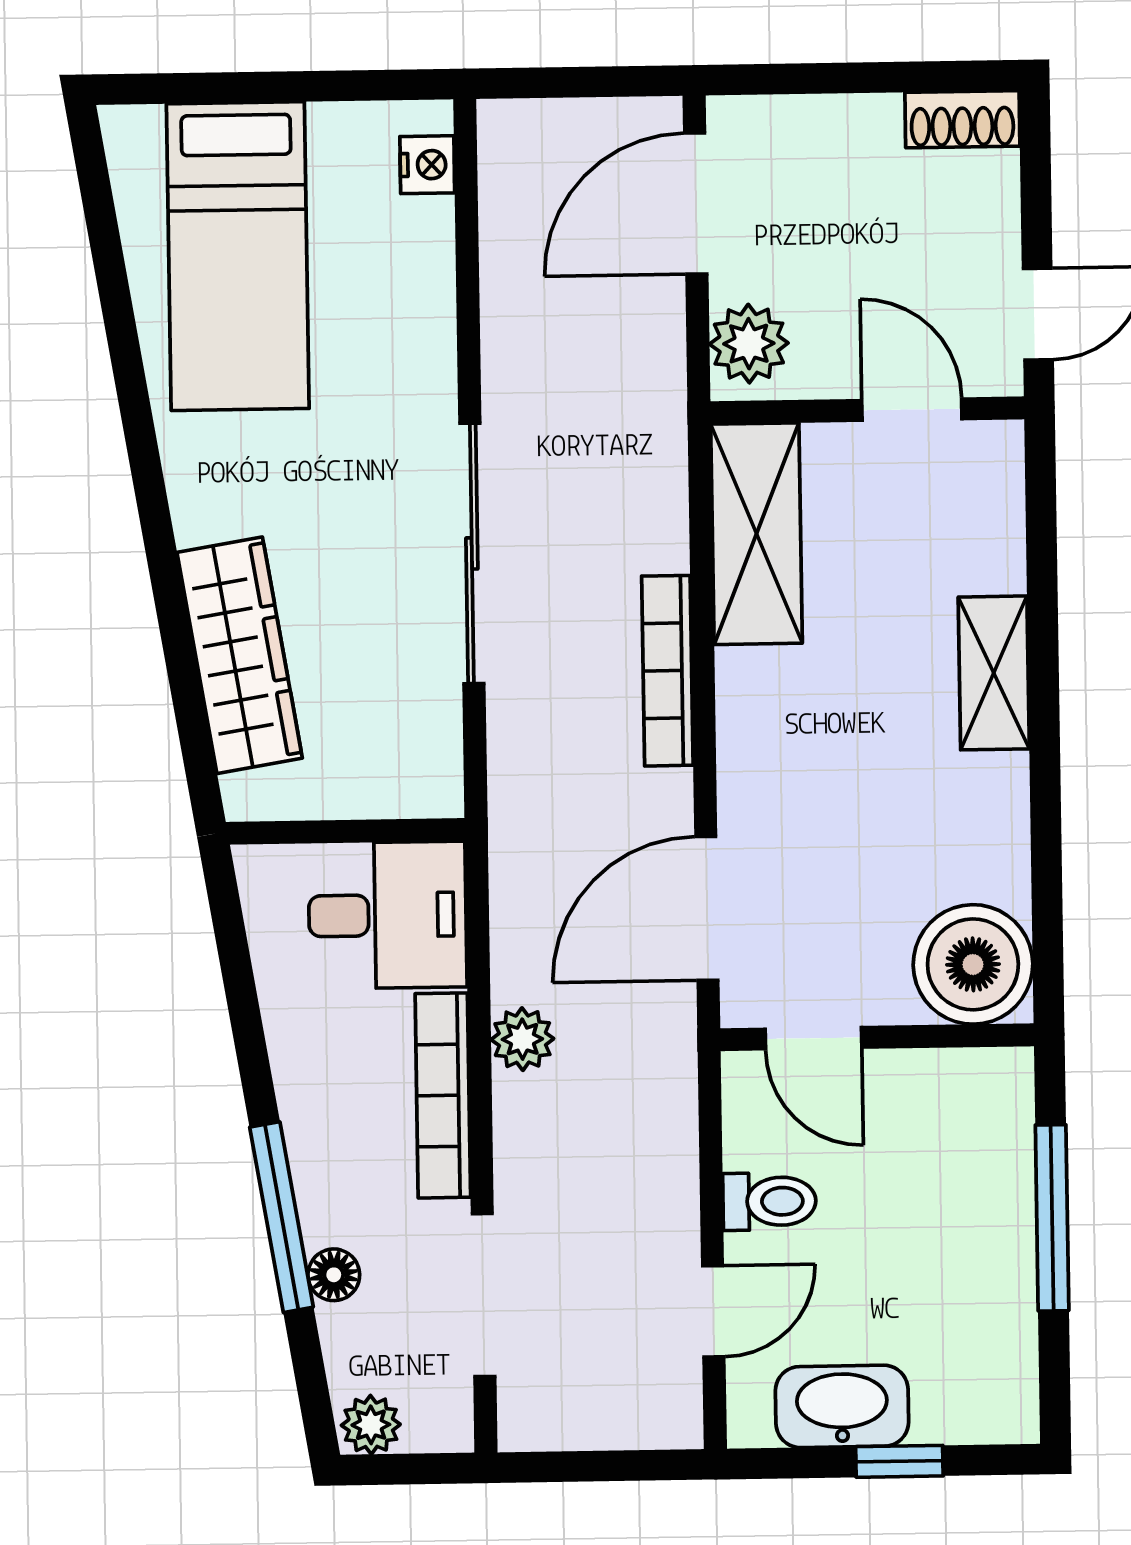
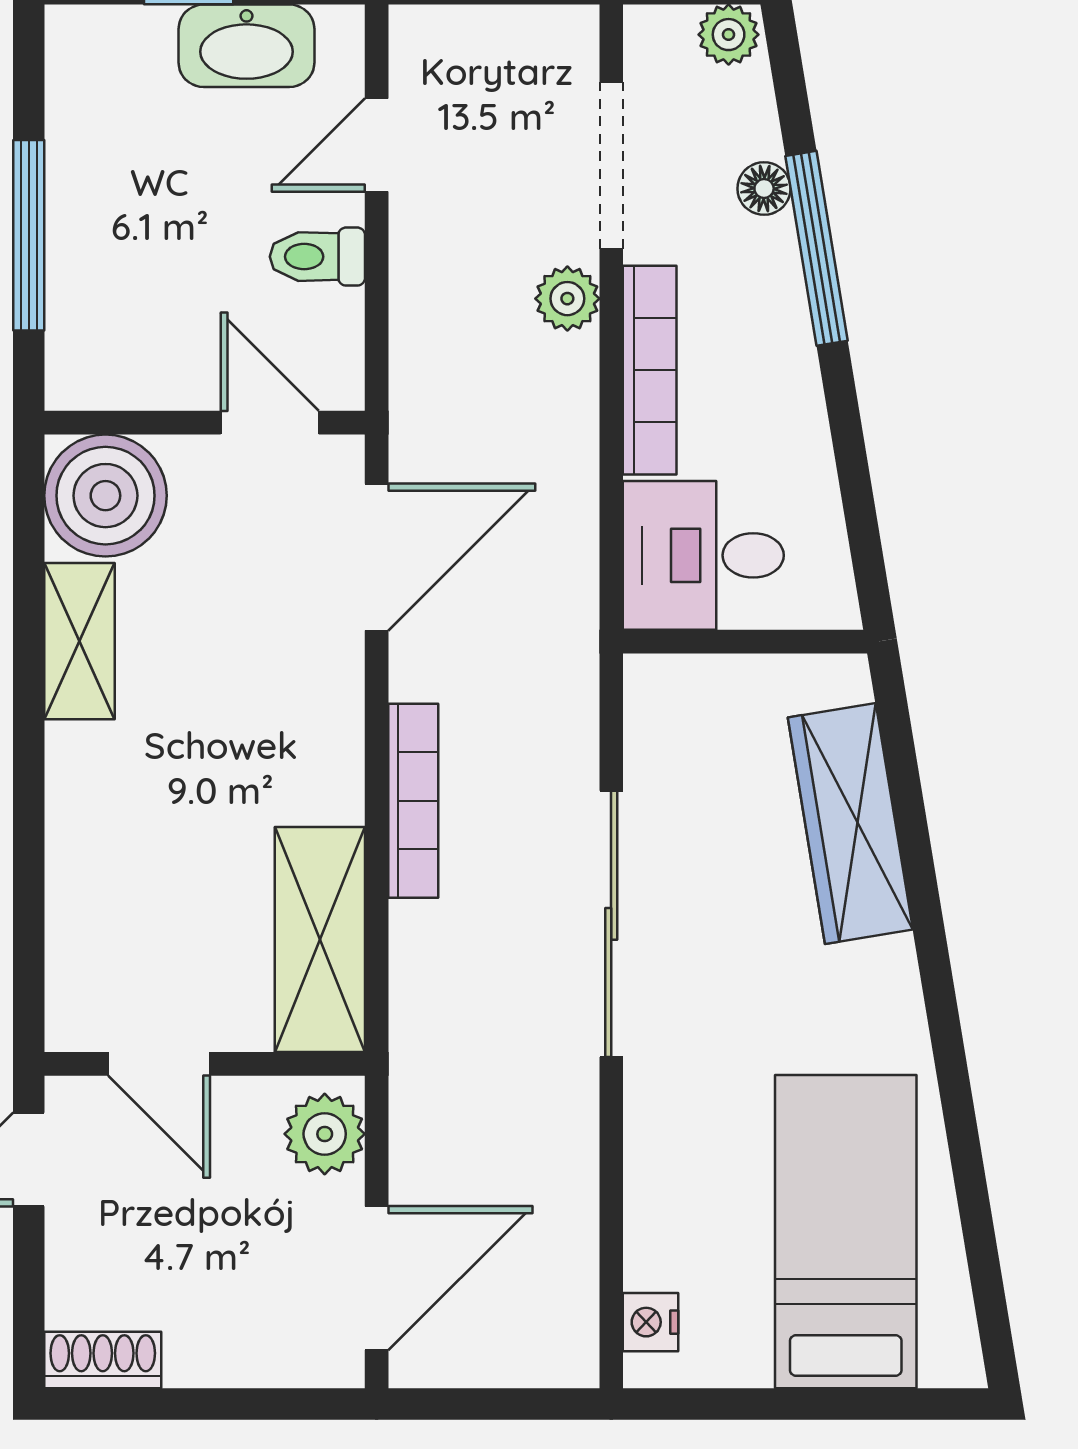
shelving: (994, 673) -> (80, 641), moved
plant: (522, 1039) -> (567, 299), moved

